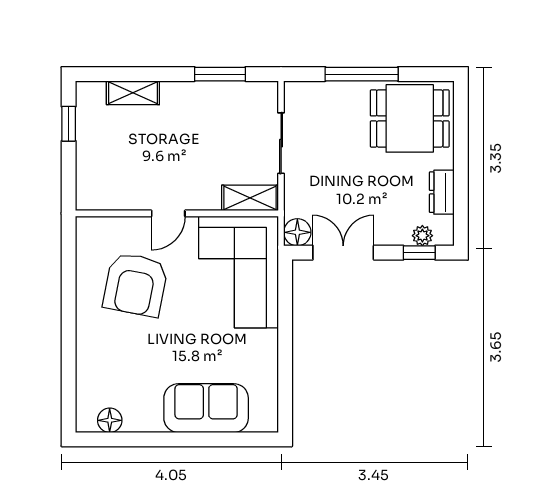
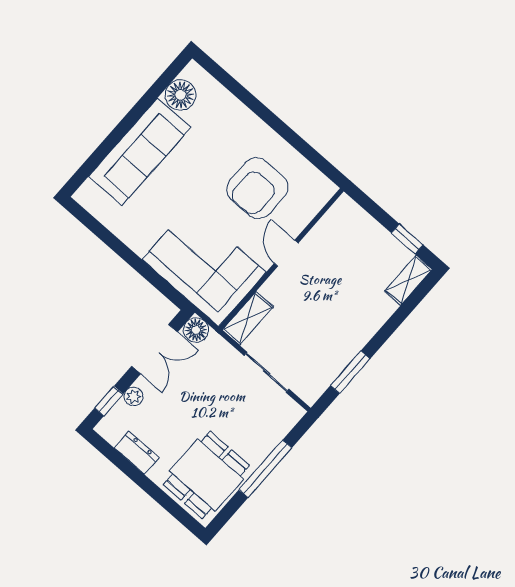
shelving: (133, 93) -> (408, 280), moved
plant: (422, 236) -> (133, 397), moved
armchair: (136, 284) -> (257, 188), turned -101
sofa: (206, 408) -> (140, 152), width x1.36
floor lamp: (110, 420) -> (180, 95), width x1.38, depth x1.38

